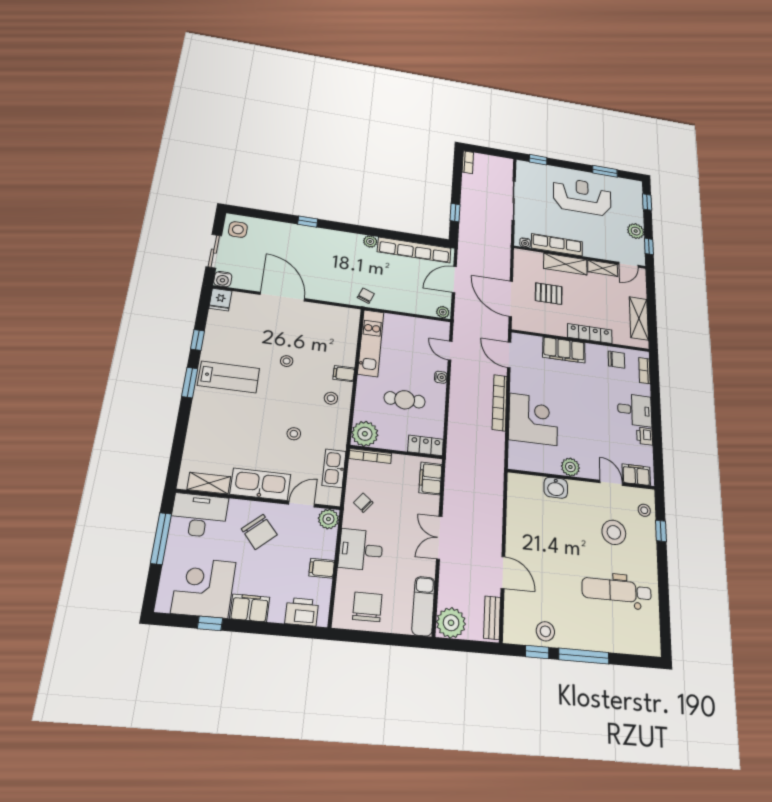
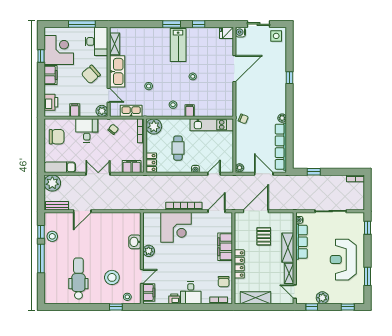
reception desk: (582, 196) -> (343, 260), turned 180

